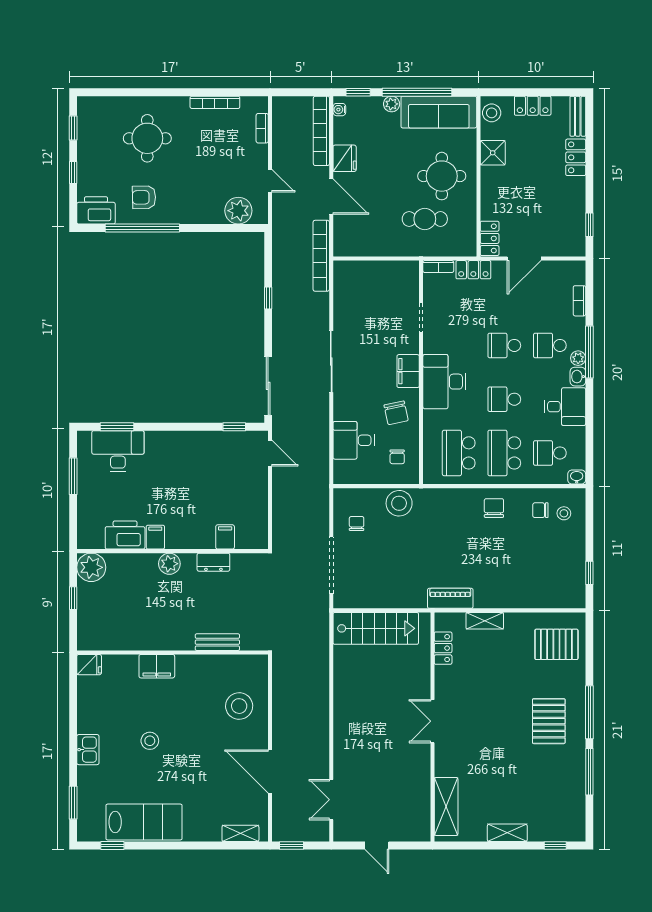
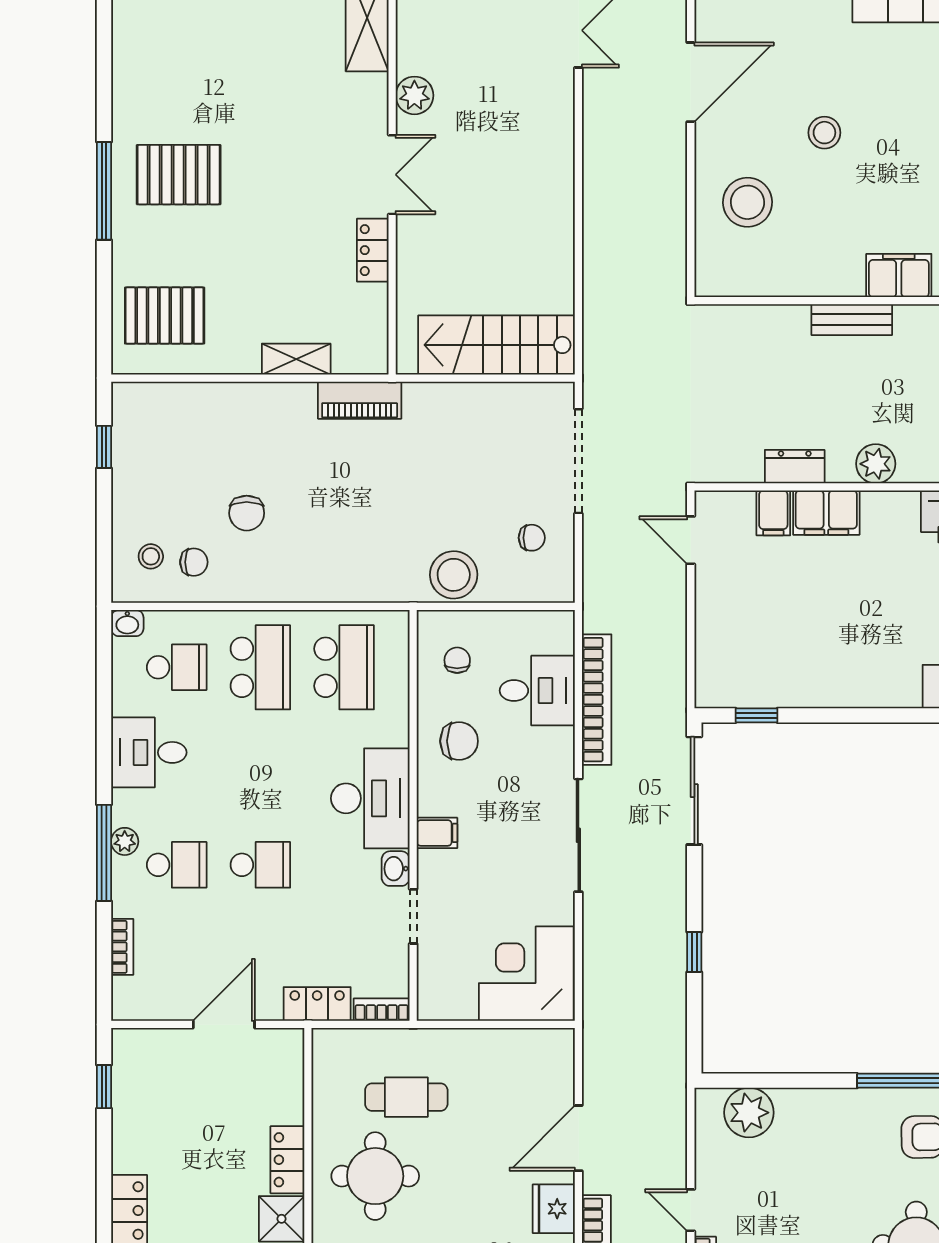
door: (270, 181) -> (691, 1210), moved
door: (331, 197) -> (578, 1138), hinge flipped
locker: (490, 238) -> (287, 1160), moved
bookcase: (321, 256) -> (597, 700), moved
corner desk: (360, 286) -> (526, 974), added
filing cabinet: (408, 371) -> (437, 833), width x0.50
washbasin: (578, 377) -> (396, 869), moved, turned 180
school desk: (504, 399) -> (260, 766), removed
chair: (396, 413) -> (459, 741), turned 102
door: (270, 453) -> (691, 540), moved
chair: (494, 508) -> (247, 513), moved
chair: (357, 523) -> (532, 538), turned -90
filing cabinet: (155, 537) -> (826, 513), moved, width x2.00
bench: (217, 642) -> (852, 320), moved
locker: (443, 648) -> (373, 250), moved
pallet: (549, 721) -> (179, 175), turned 90
stool: (150, 741) -> (824, 133), moved
plant: (420, 764) -> (414, 95), added
door: (270, 771) -> (691, 82), hinge flipped
window: (589, 772) -> (104, 82), removed

